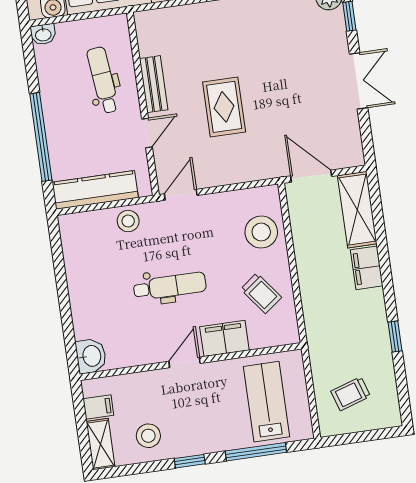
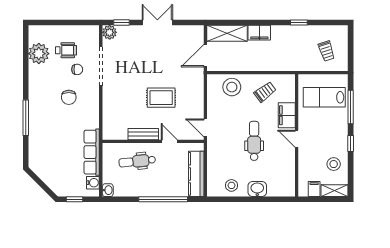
stool: (128, 221) -> (232, 185), moved
washbasin: (91, 356) -> (257, 189), moved

